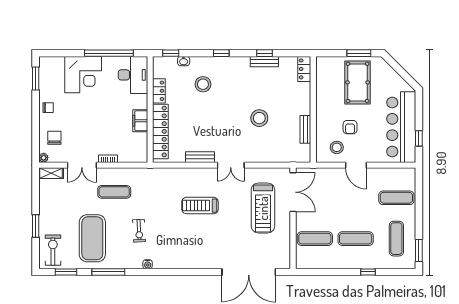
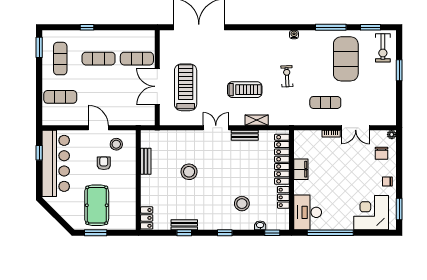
corner desk: (83, 75) -> (371, 213), moved
double door: (82, 165) -> (356, 128), swing flipped
shelving: (51, 173) -> (257, 120), moved
double door: (293, 192) -> (157, 86), moved
exercise bike: (139, 231) -> (287, 76), moved

